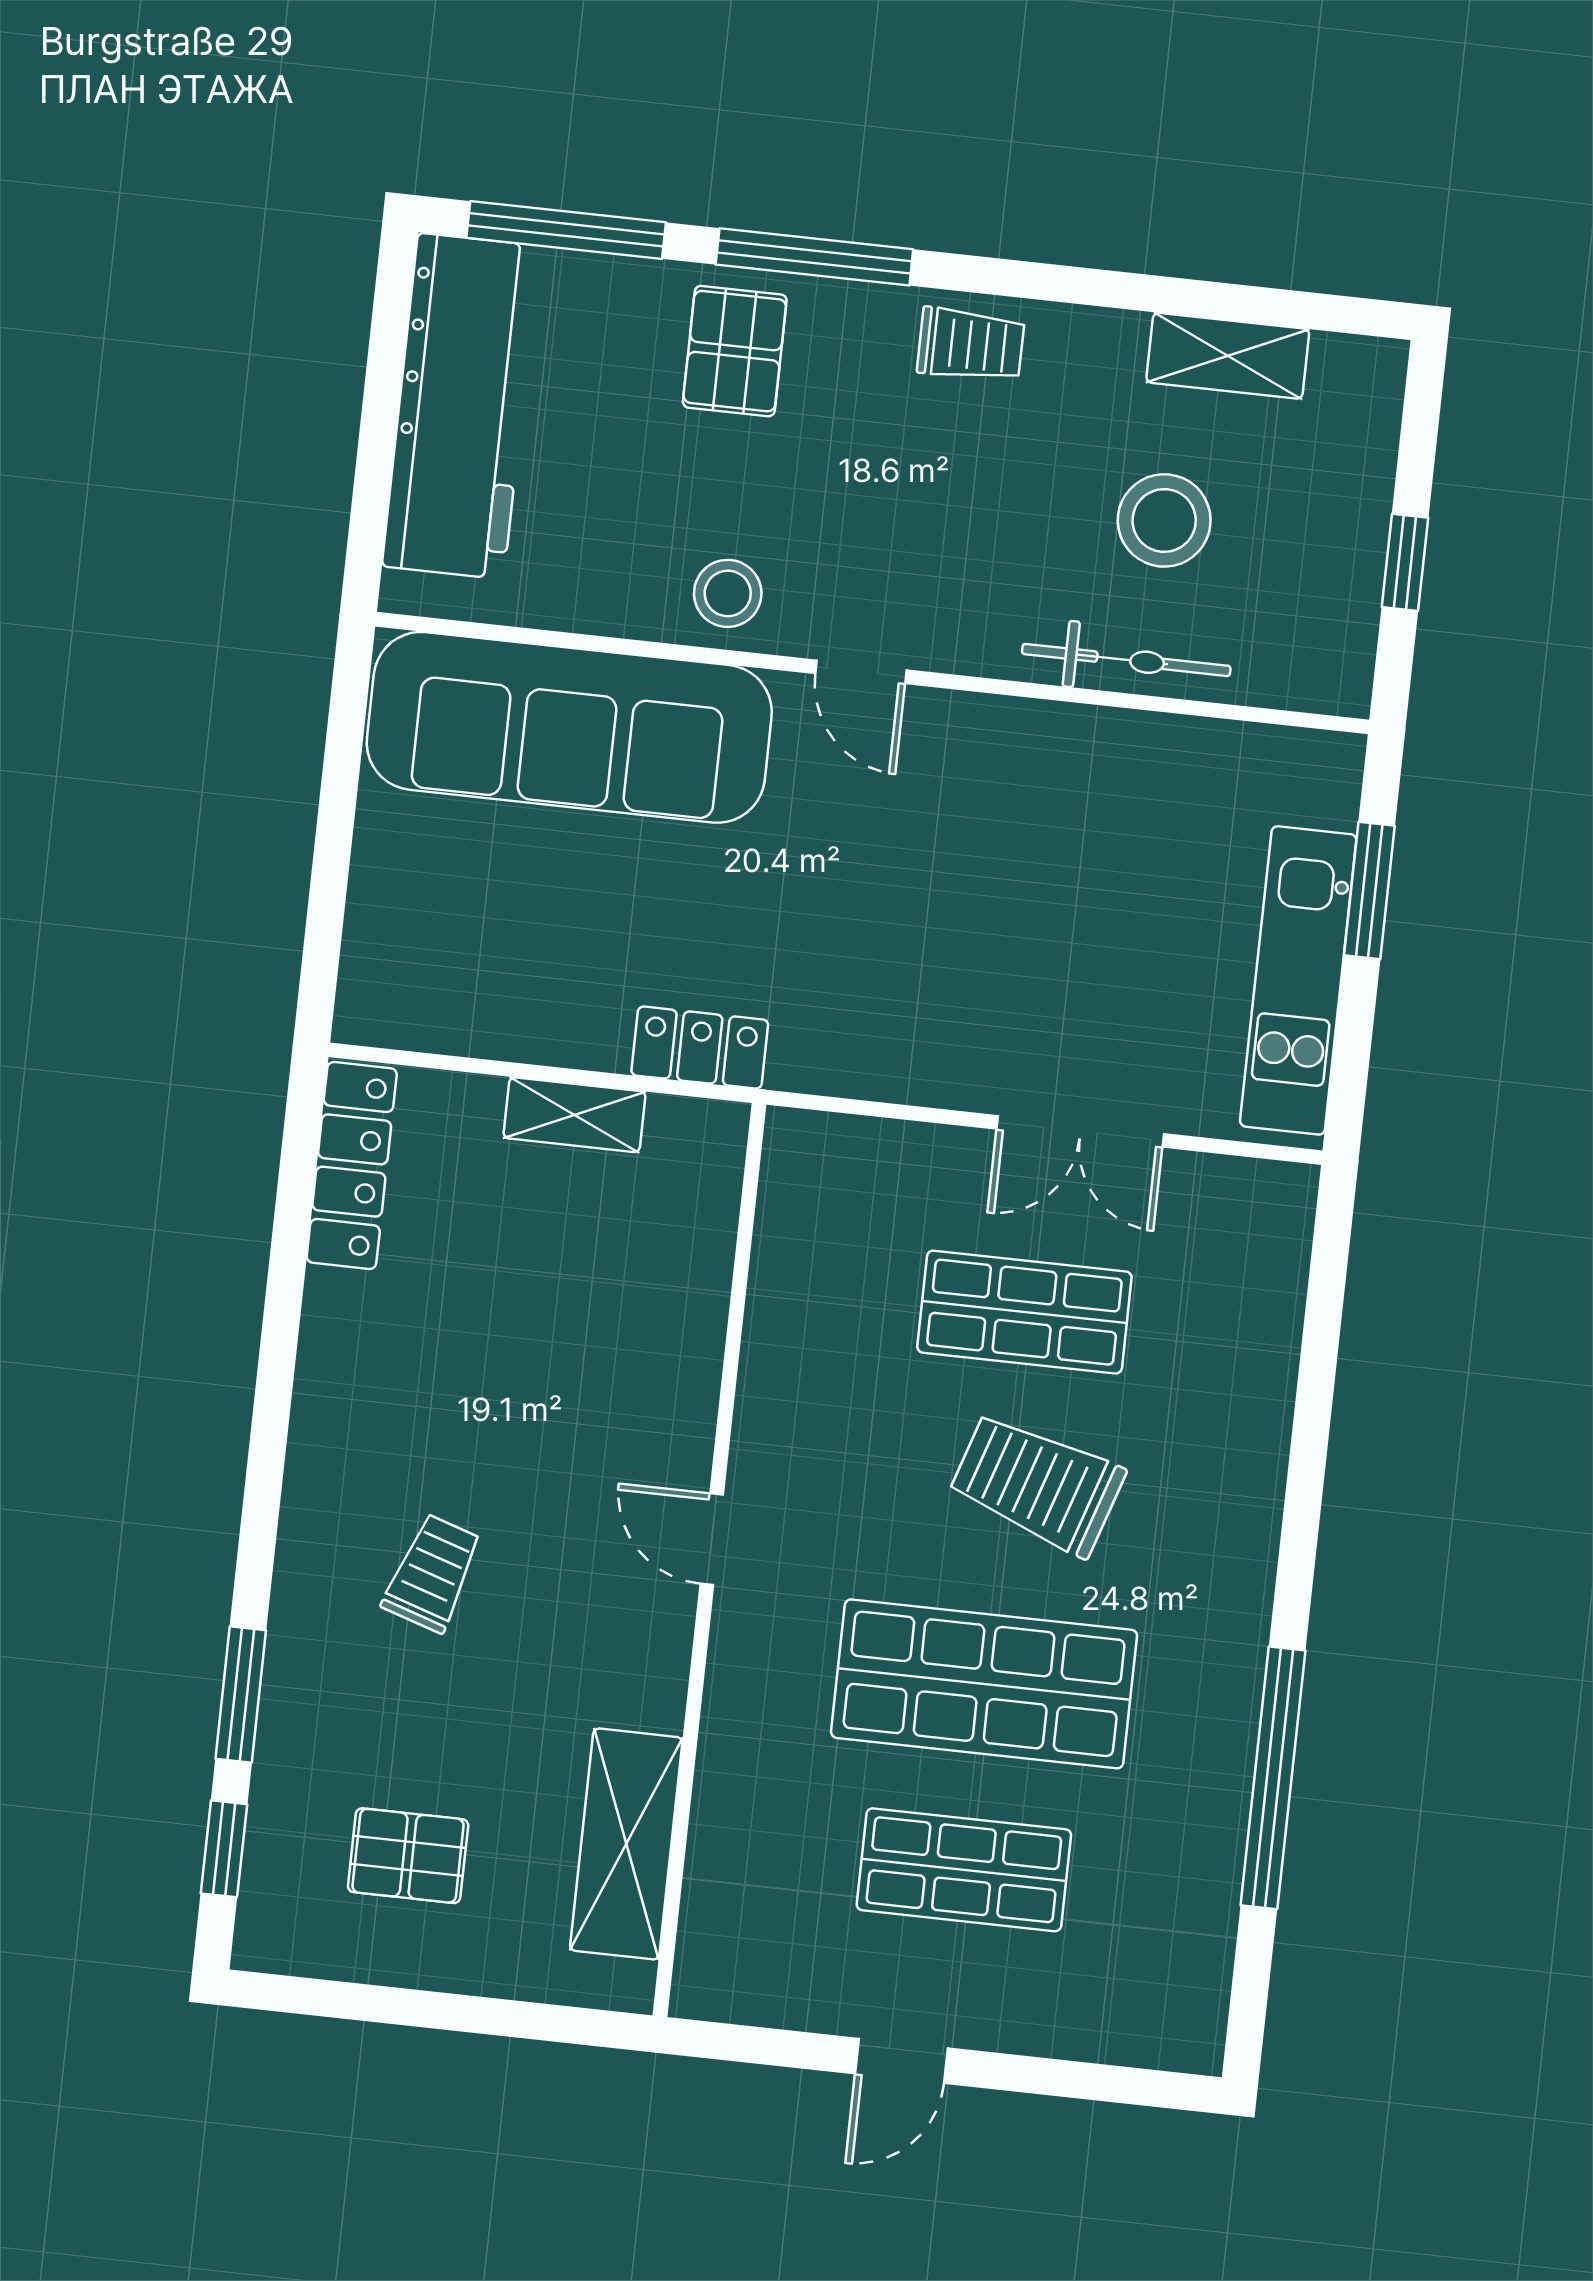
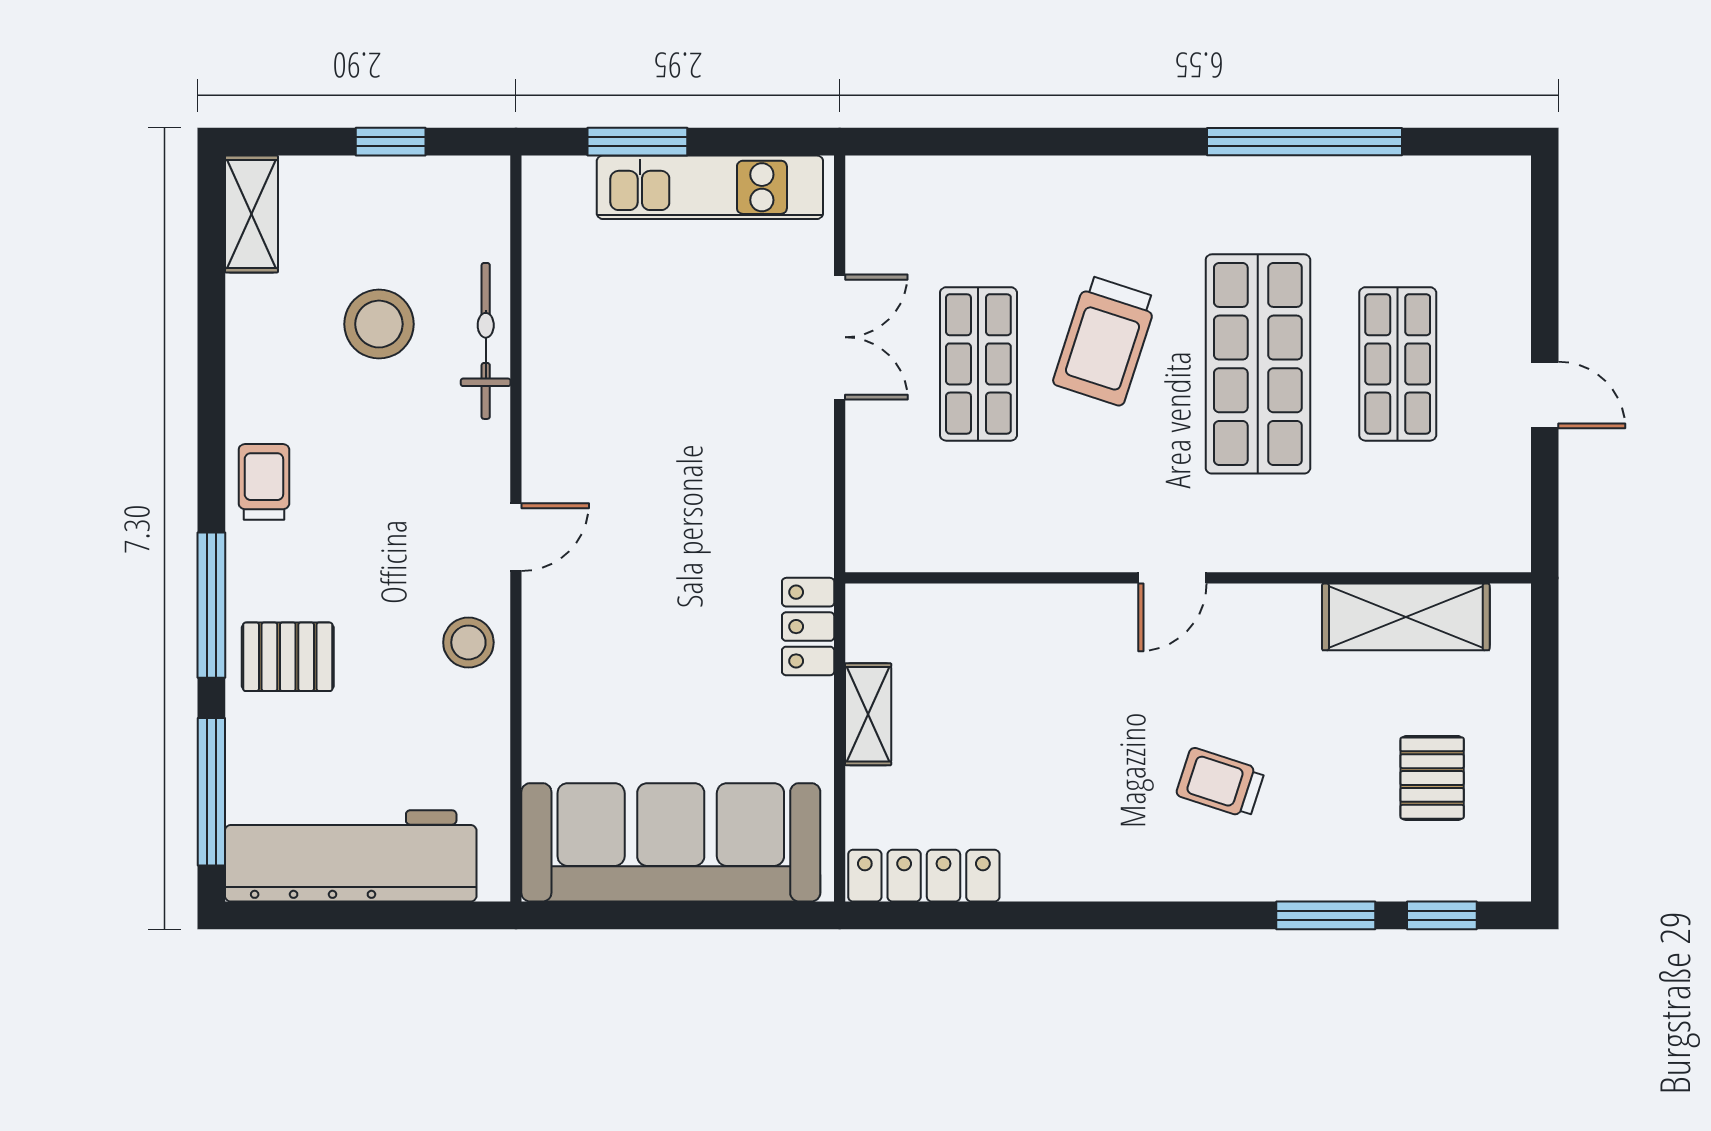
shelving: (1228, 356) -> (251, 214), moved
sofa: (569, 727) -> (671, 842), moved, turned -90

